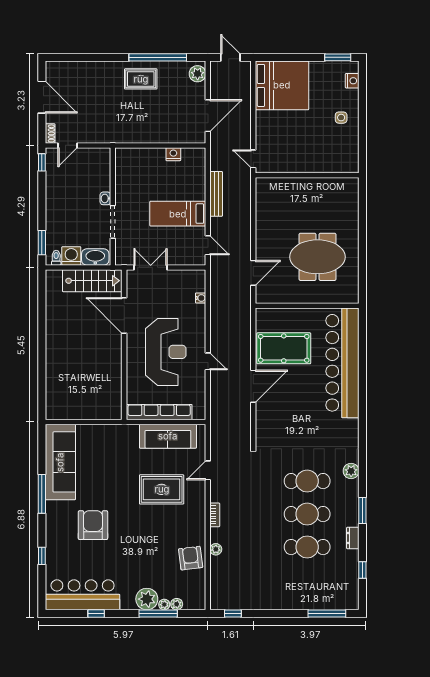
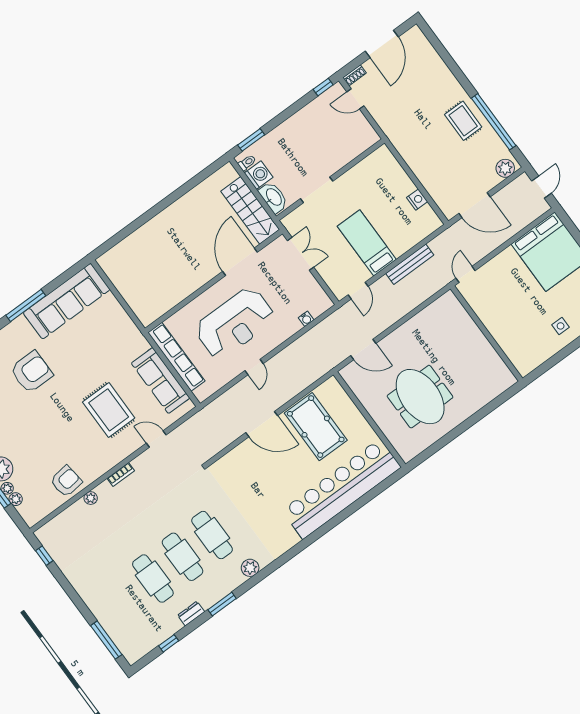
washbasin: (105, 198) -> (333, 168), removed

